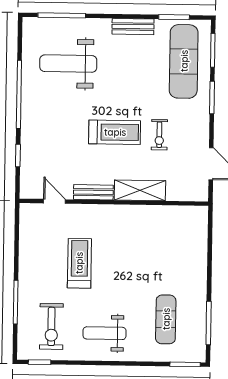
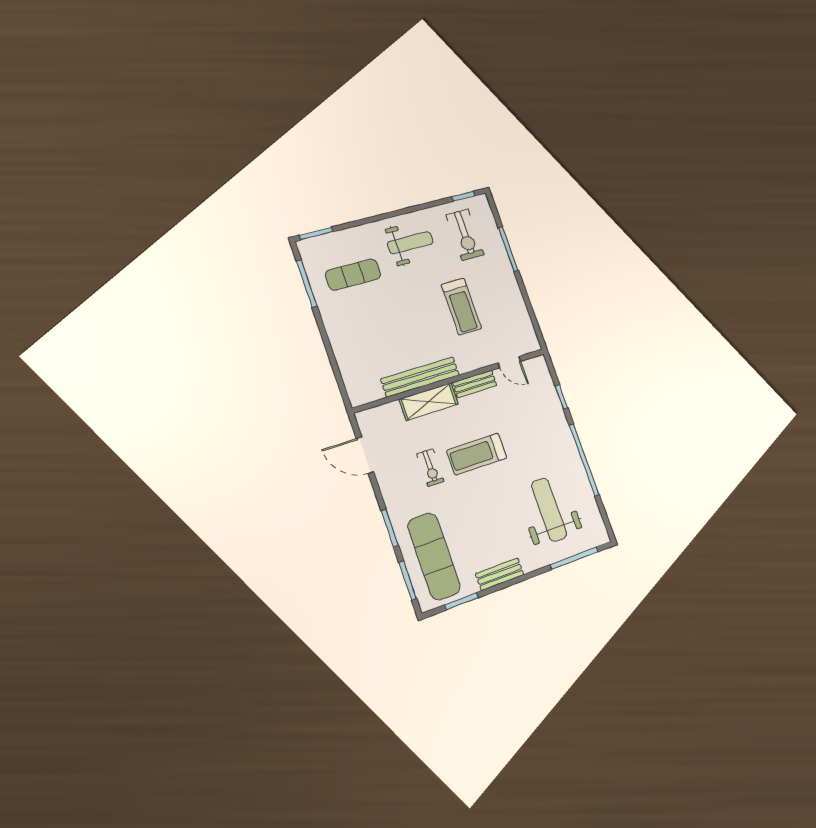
weight bench: (68, 64) -> (549, 510), turned -90
exercise bike: (159, 135) -> (430, 468), turned 180
bench: (140, 214) -> (420, 377), added
exercise mat: (166, 319) -> (353, 275), turned 90
exercise bike: (51, 326) -> (465, 235), turned 180

